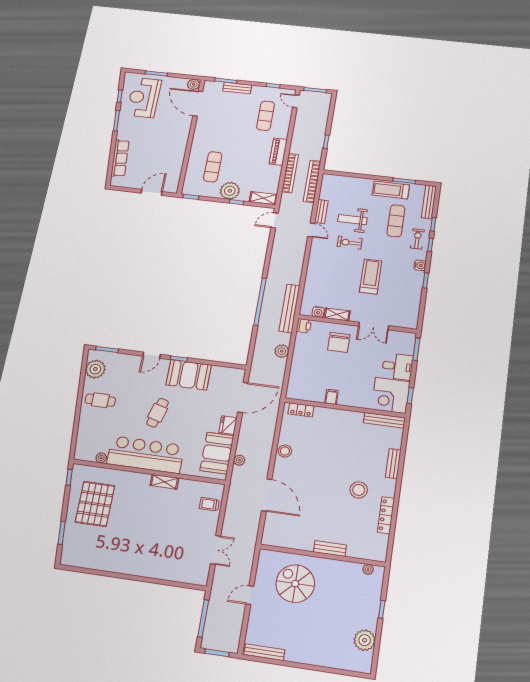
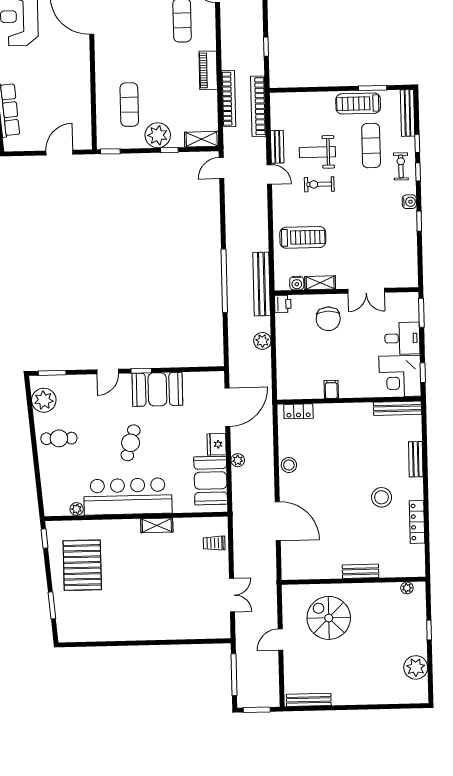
treadmill: (371, 276) -> (303, 237), moved, turned 90
plant: (239, 460) -> (238, 460), moved

